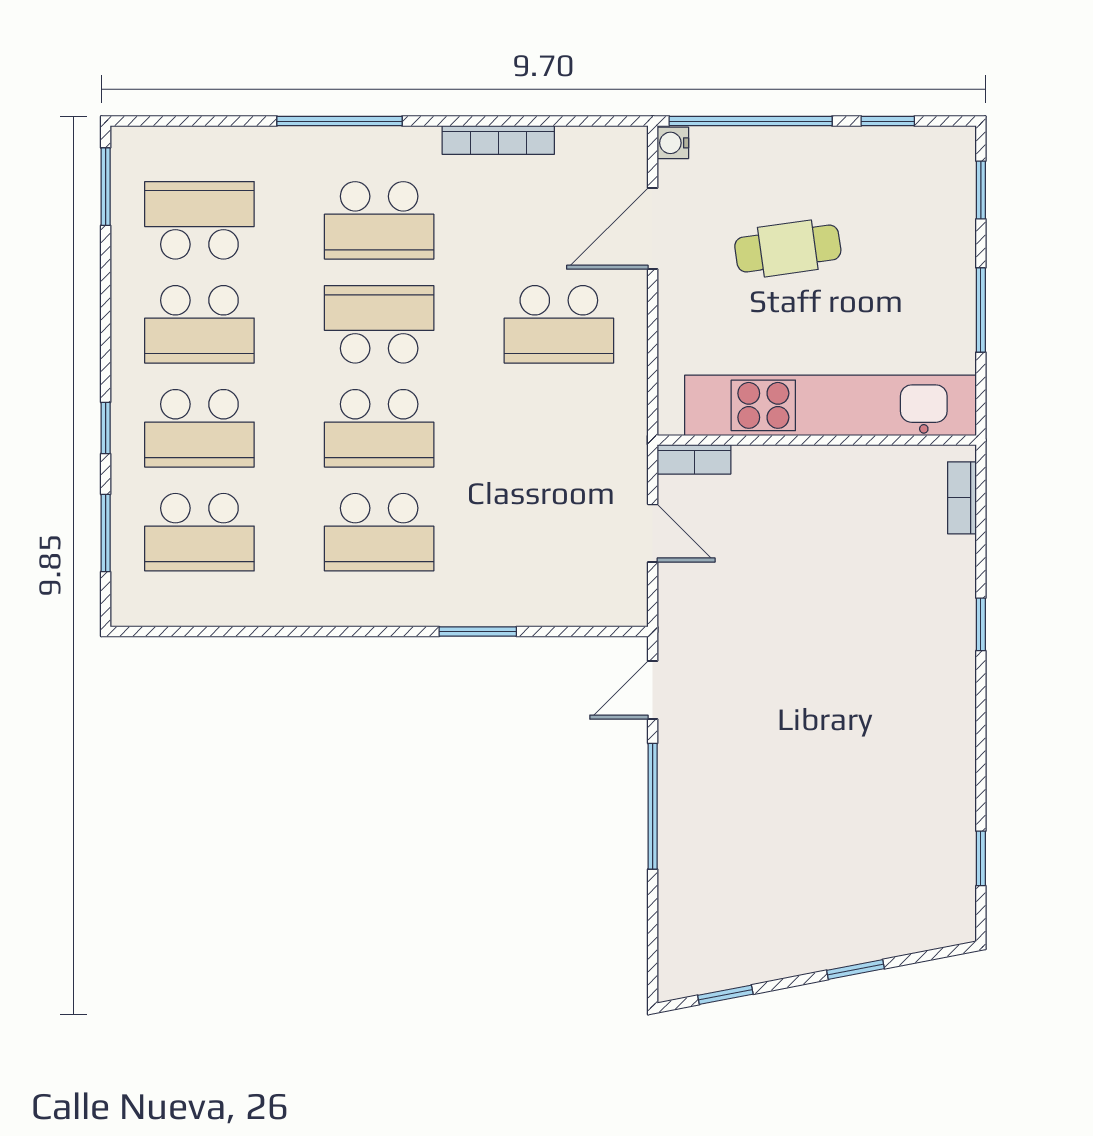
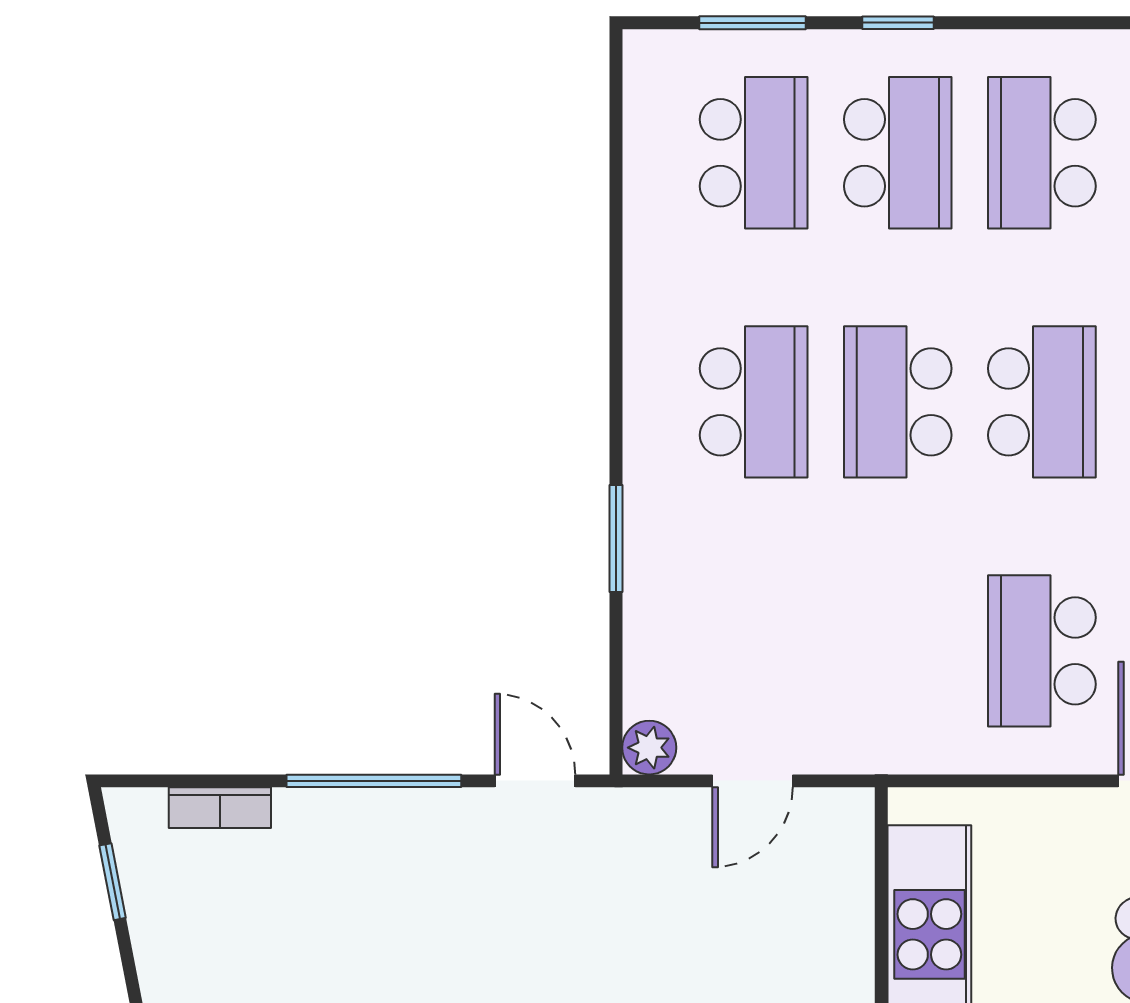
school desk: (199, 428) -> (898, 153), turned 180
bookcase: (694, 459) -> (220, 808), moved, turned -90
school desk: (199, 532) -> (754, 153), turned 180
school desk: (379, 532) -> (754, 402), turned 180
plant: (629, 608) -> (649, 748), added

